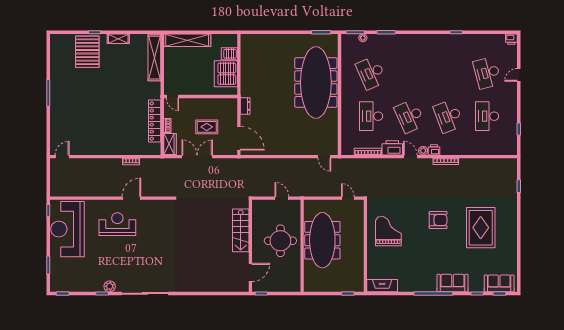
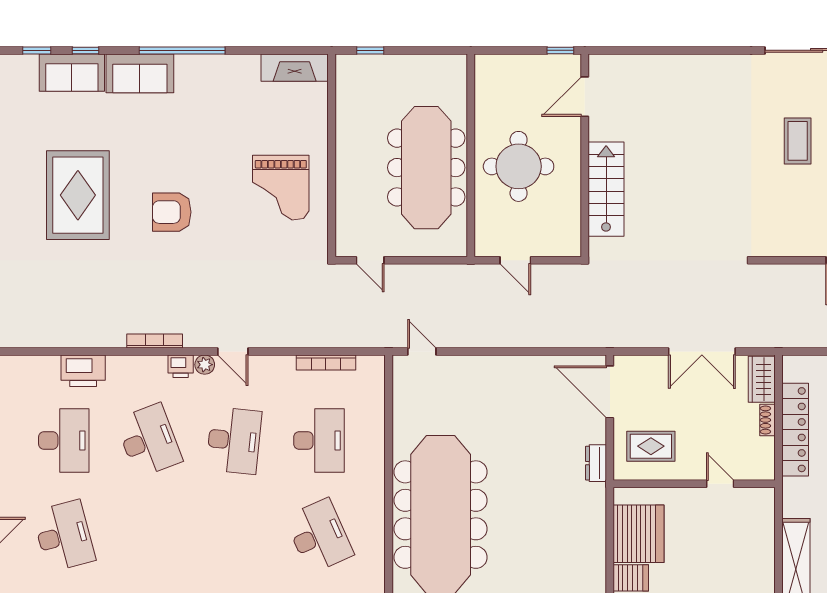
door: (172, 97) -> (720, 484), moved
desk: (410, 116) -> (234, 440), turned 30
rug: (207, 127) -> (651, 446), moved
printer: (392, 148) -> (83, 371), moved
coffee table: (154, 252) -> (798, 141), added
sofa: (499, 283) -> (72, 73), moved

